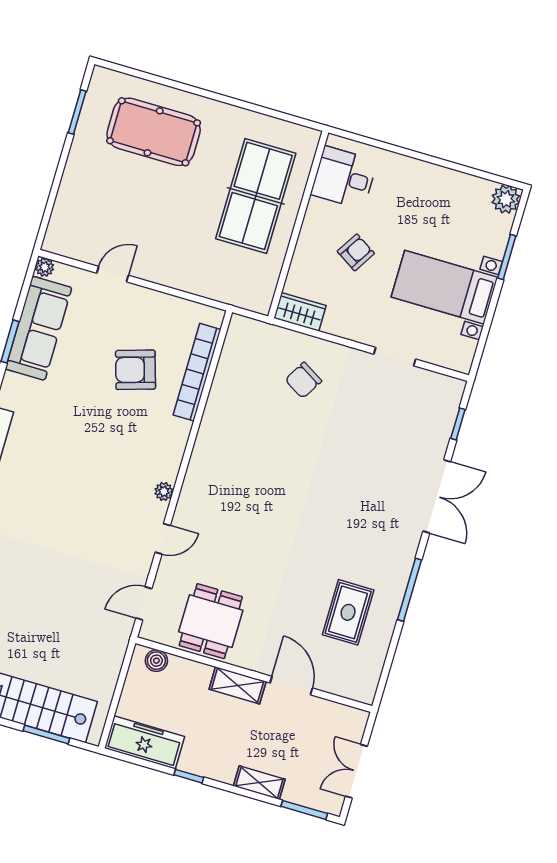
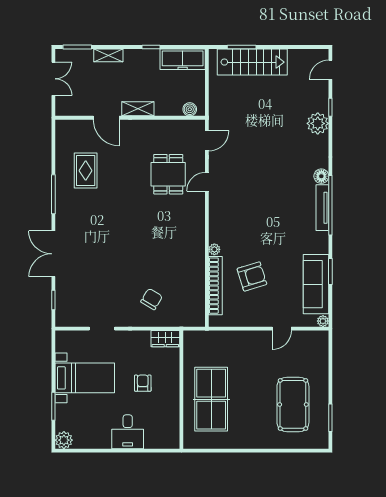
pool table: (154, 132) -> (293, 404), moved, turned 90
desk: (344, 178) -> (128, 432), moved, turned 90
armchair: (356, 252) -> (143, 383), turned 148
plant: (164, 491) -> (214, 249), moved
dining table: (211, 621) -> (168, 174), moved

